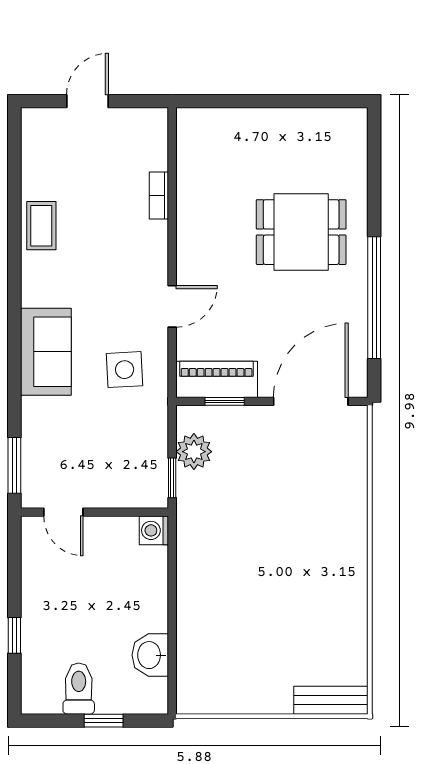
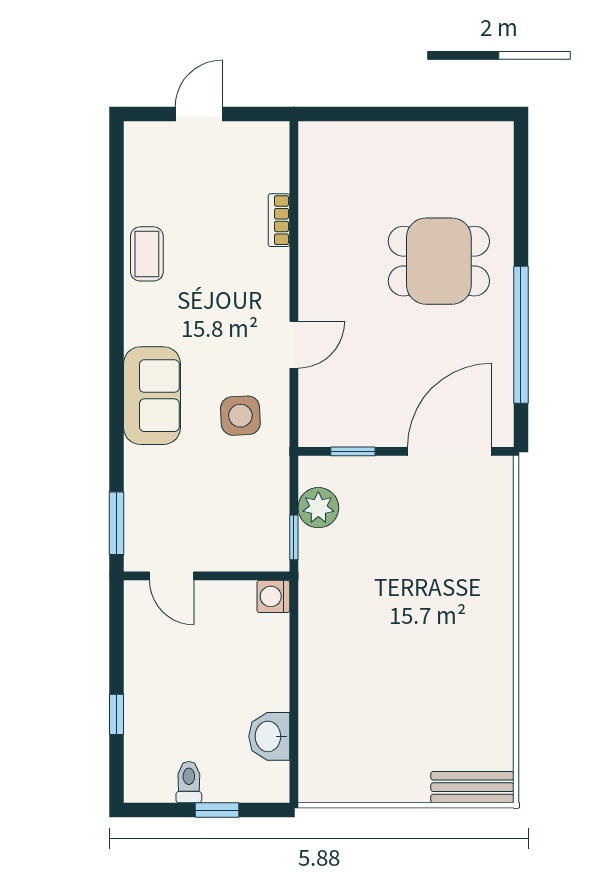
piano: (217, 379) -> (344, 427), removed
toilet: (79, 689) -> (189, 782), width x0.73, depth x0.72

